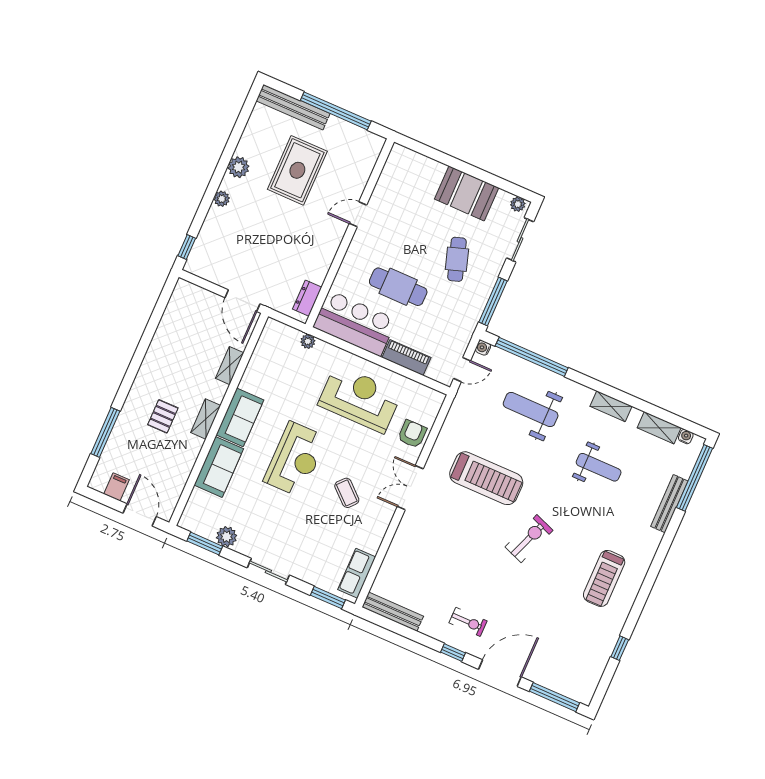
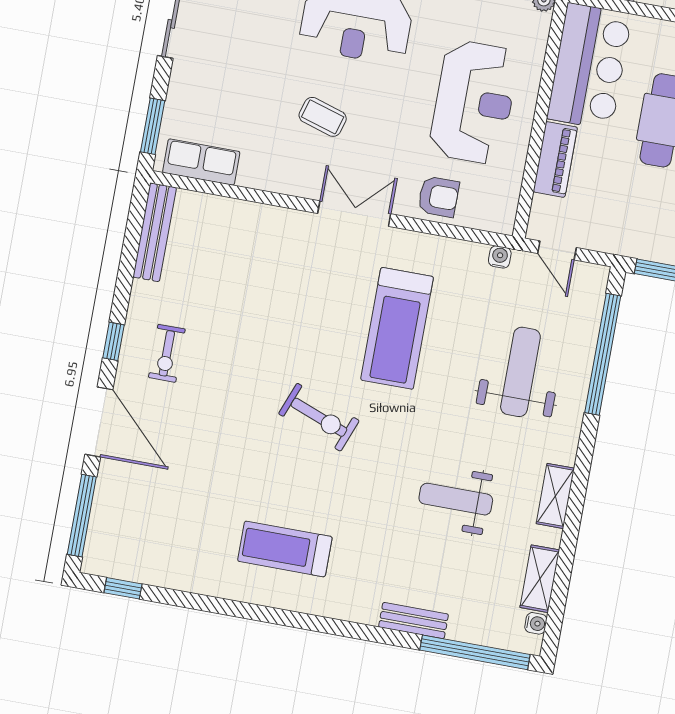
water cooler: (483, 348) -> (500, 257), moved
weight bench: (599, 467) -> (456, 499), turned 90
coffee table: (347, 493) -> (323, 117), turned 65
bench: (669, 504) -> (413, 621), width x0.73
window: (620, 648) -> (123, 588), moved

